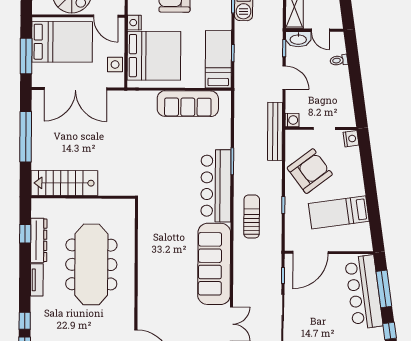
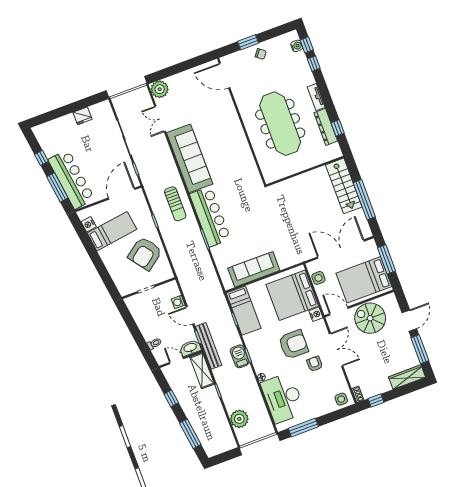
washing machine: (292, 120) -> (178, 302), moved
bench: (275, 131) -> (209, 346), moved
nightstand: (351, 139) -> (89, 224), moved
stairs: (64, 183) -> (344, 186), moved, turned 90

